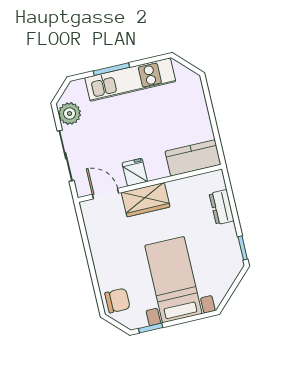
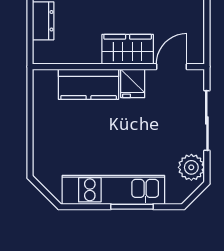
kitchen counter: (193, 158) -> (89, 84), moved
door: (106, 194) -> (172, 67), swing flipped

